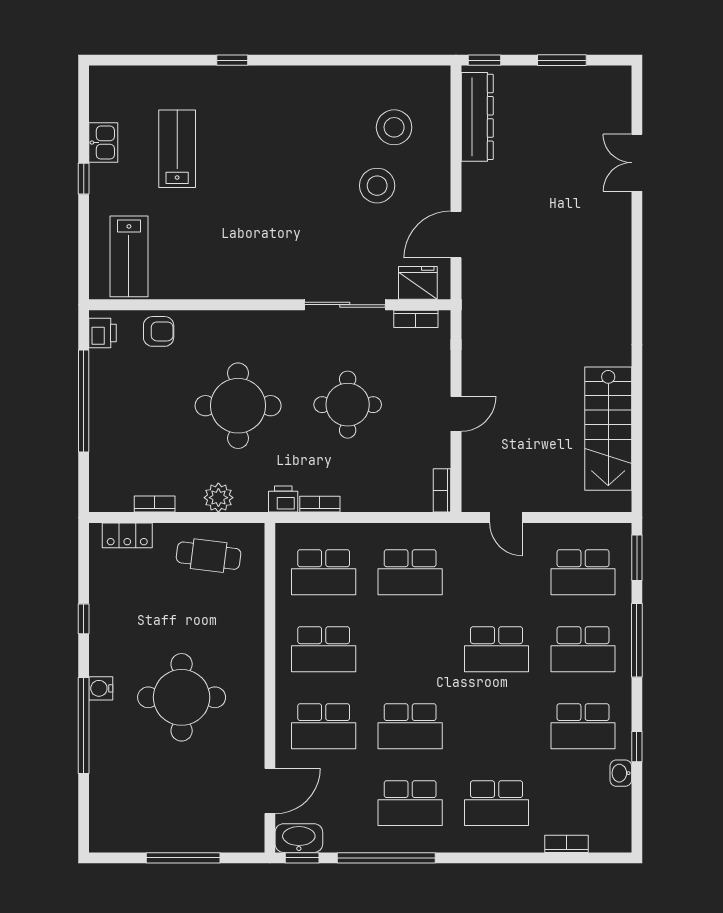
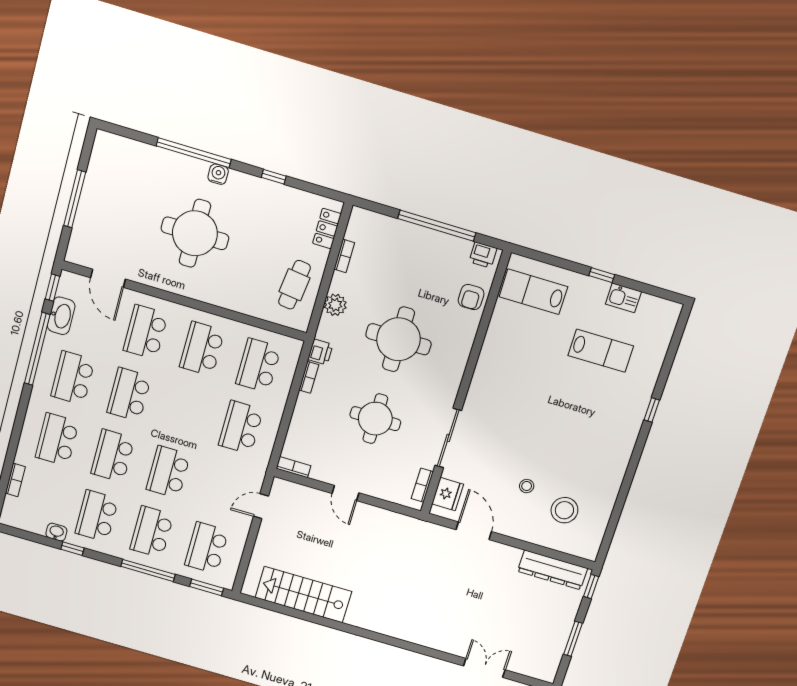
stool: (377, 186) -> (527, 486), width x0.53, depth x0.53
school desk: (497, 726) -> (113, 456), added
washbasin: (299, 838) -> (61, 316), moved

